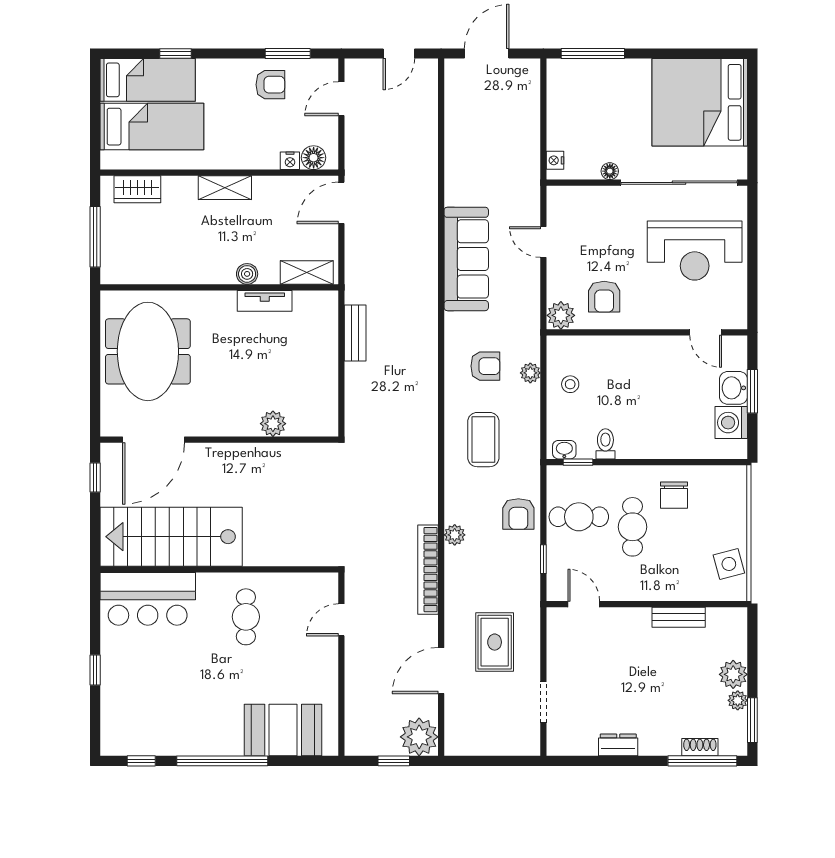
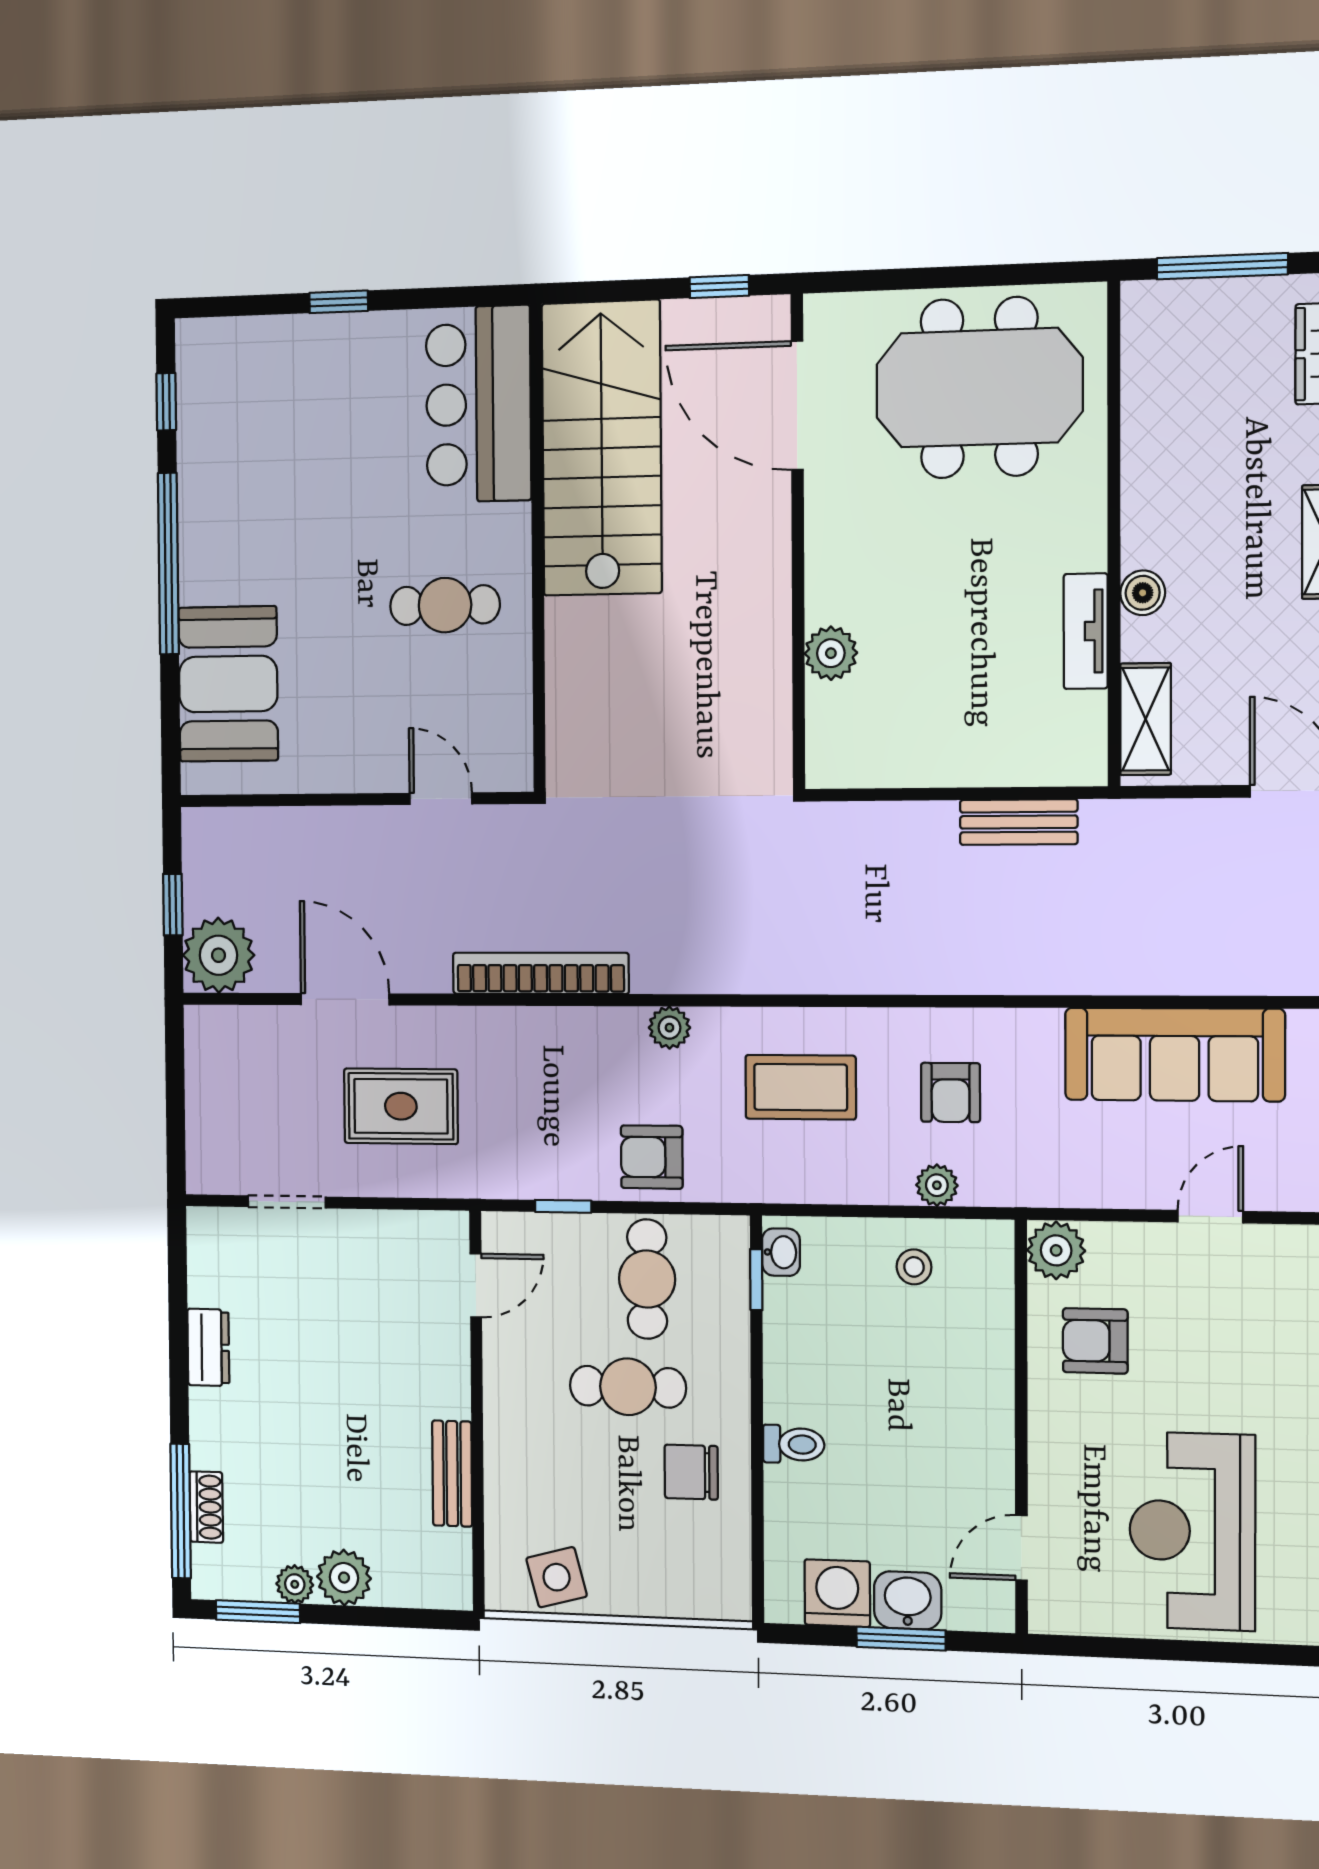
toilet: (605, 444) -> (794, 1444), moved
plant: (455, 535) -> (669, 1028), moved

